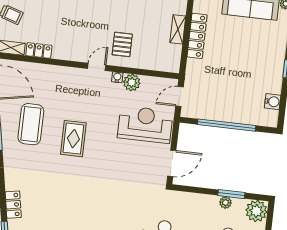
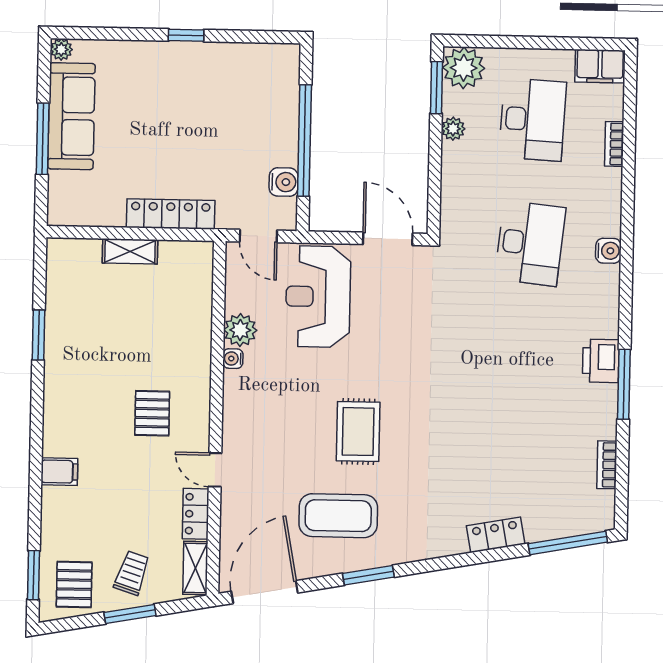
locker: (197, 36) -> (171, 214), moved
pallet: (122, 44) -> (152, 413), moved, turned 90
door: (97, 67) -> (215, 470), moved
water cooler: (273, 102) -> (284, 182), moved, turned 90
rug: (73, 139) -> (358, 432), turned 90
window: (231, 194) -> (436, 88), moved

